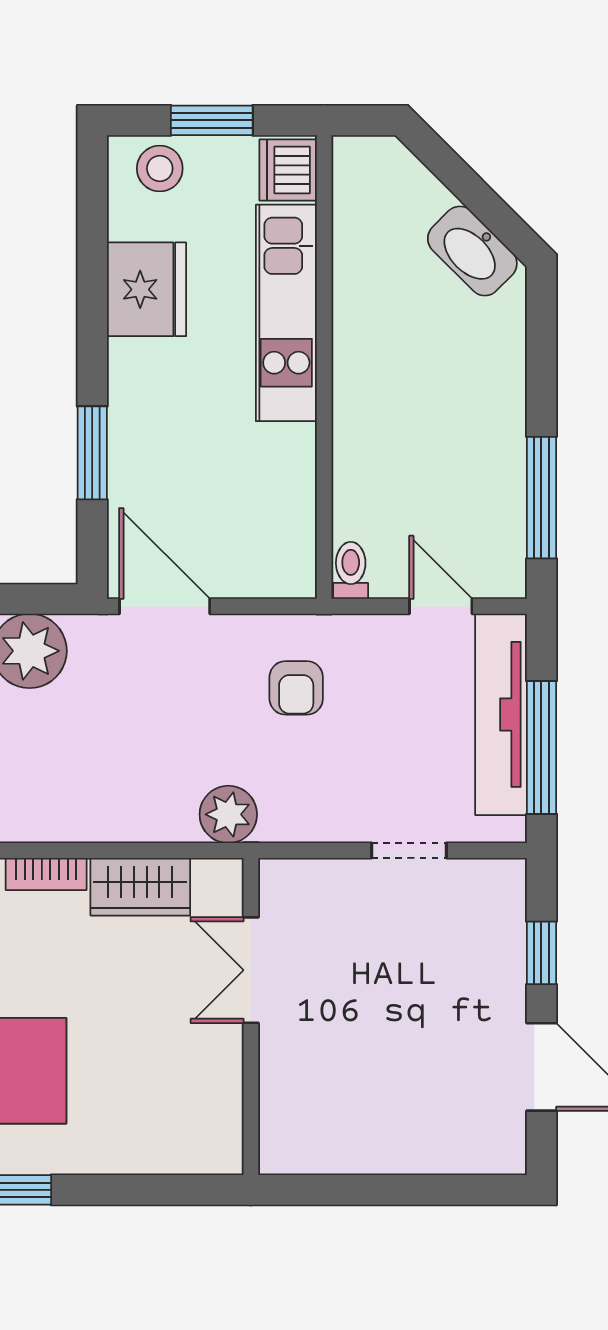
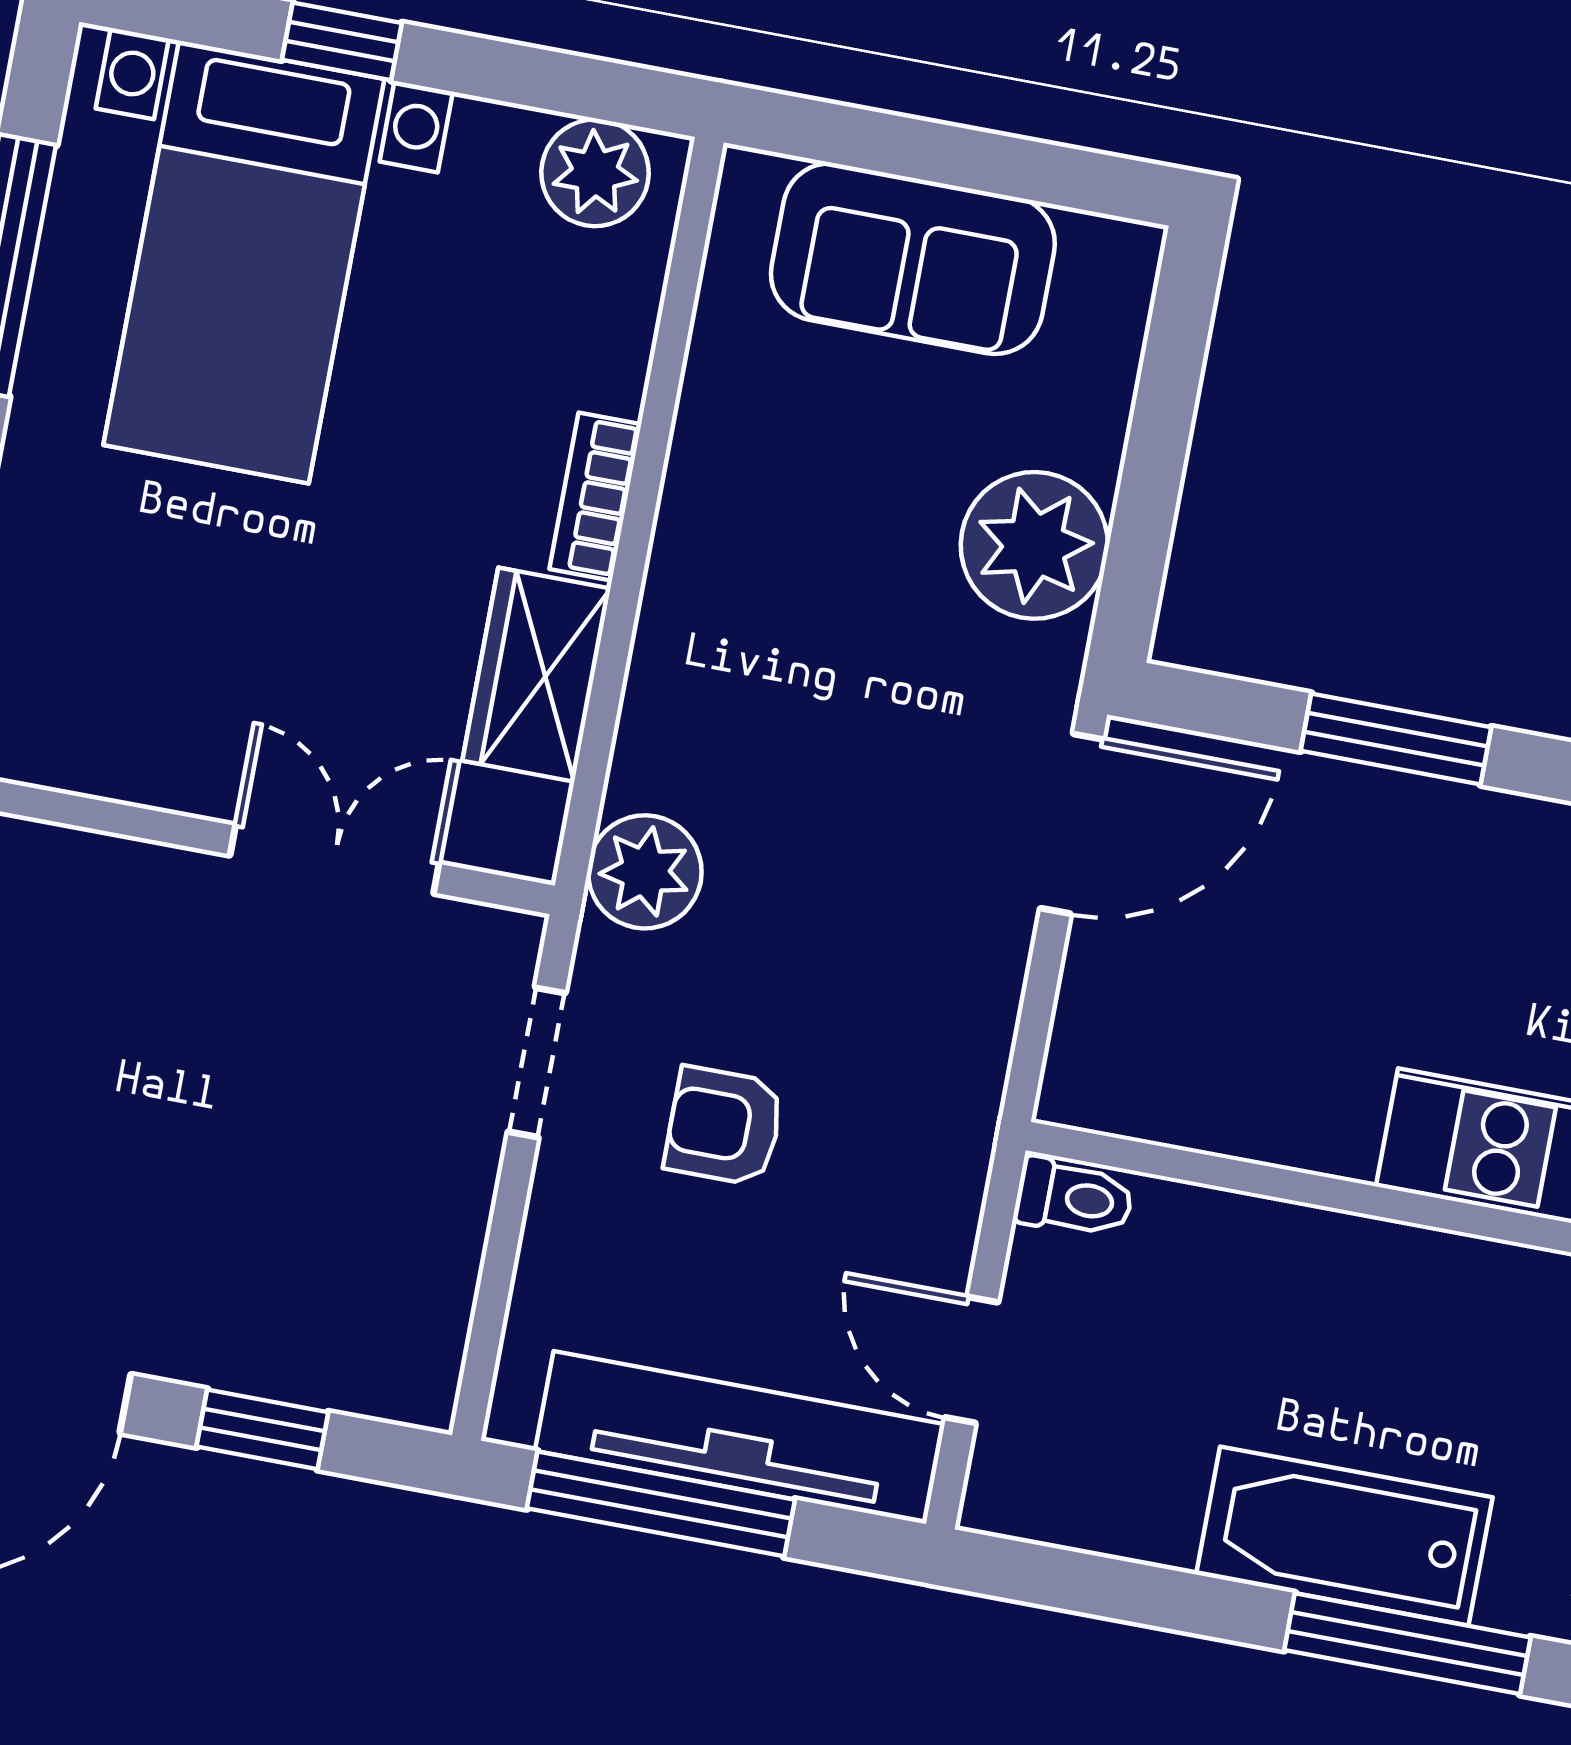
bathtub: (494, 404) -> (1344, 1536), added
window: (541, 498) -> (1407, 1644), moved
door: (441, 606) -> (972, 1360), swing flipped
armchair: (296, 688) -> (724, 1126), moved
doorway: (409, 850) -> (537, 1062), moved

